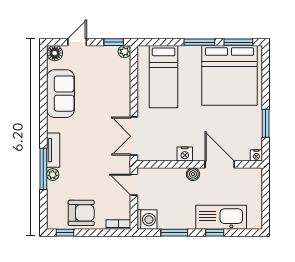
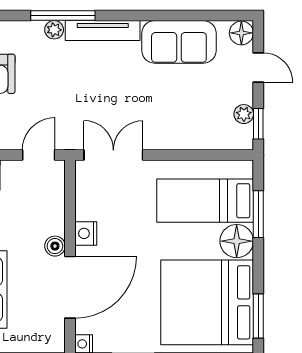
window: (199, 42) -> (258, 214), moved
plant: (124, 52) -> (244, 114), moved
floor lamp: (190, 56) -> (237, 241), added
tv unit: (53, 150) -> (103, 31), width x1.41
door: (220, 164) -> (70, 287), width x1.36

